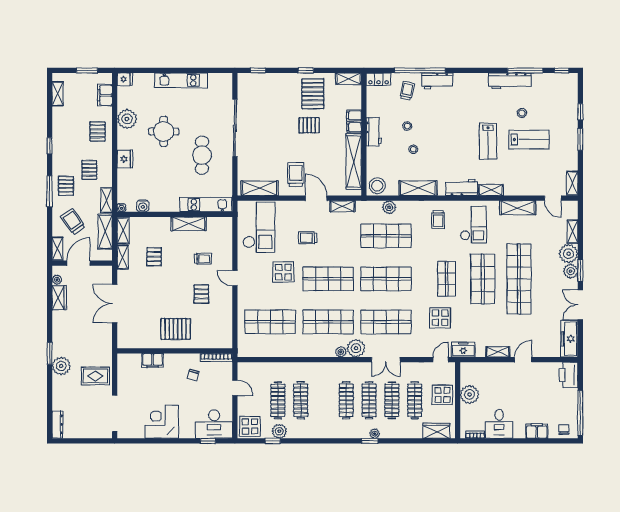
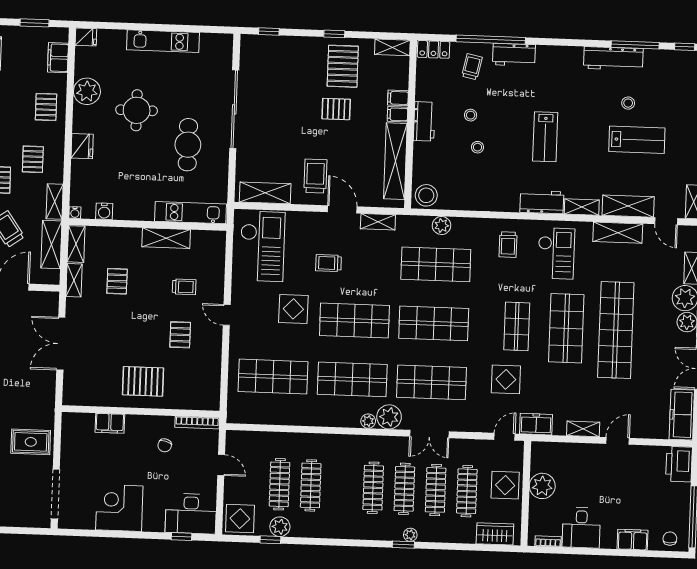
lab bench: (488, 141) -> (545, 137), moved
shelving: (418, 188) -> (628, 206), moved

